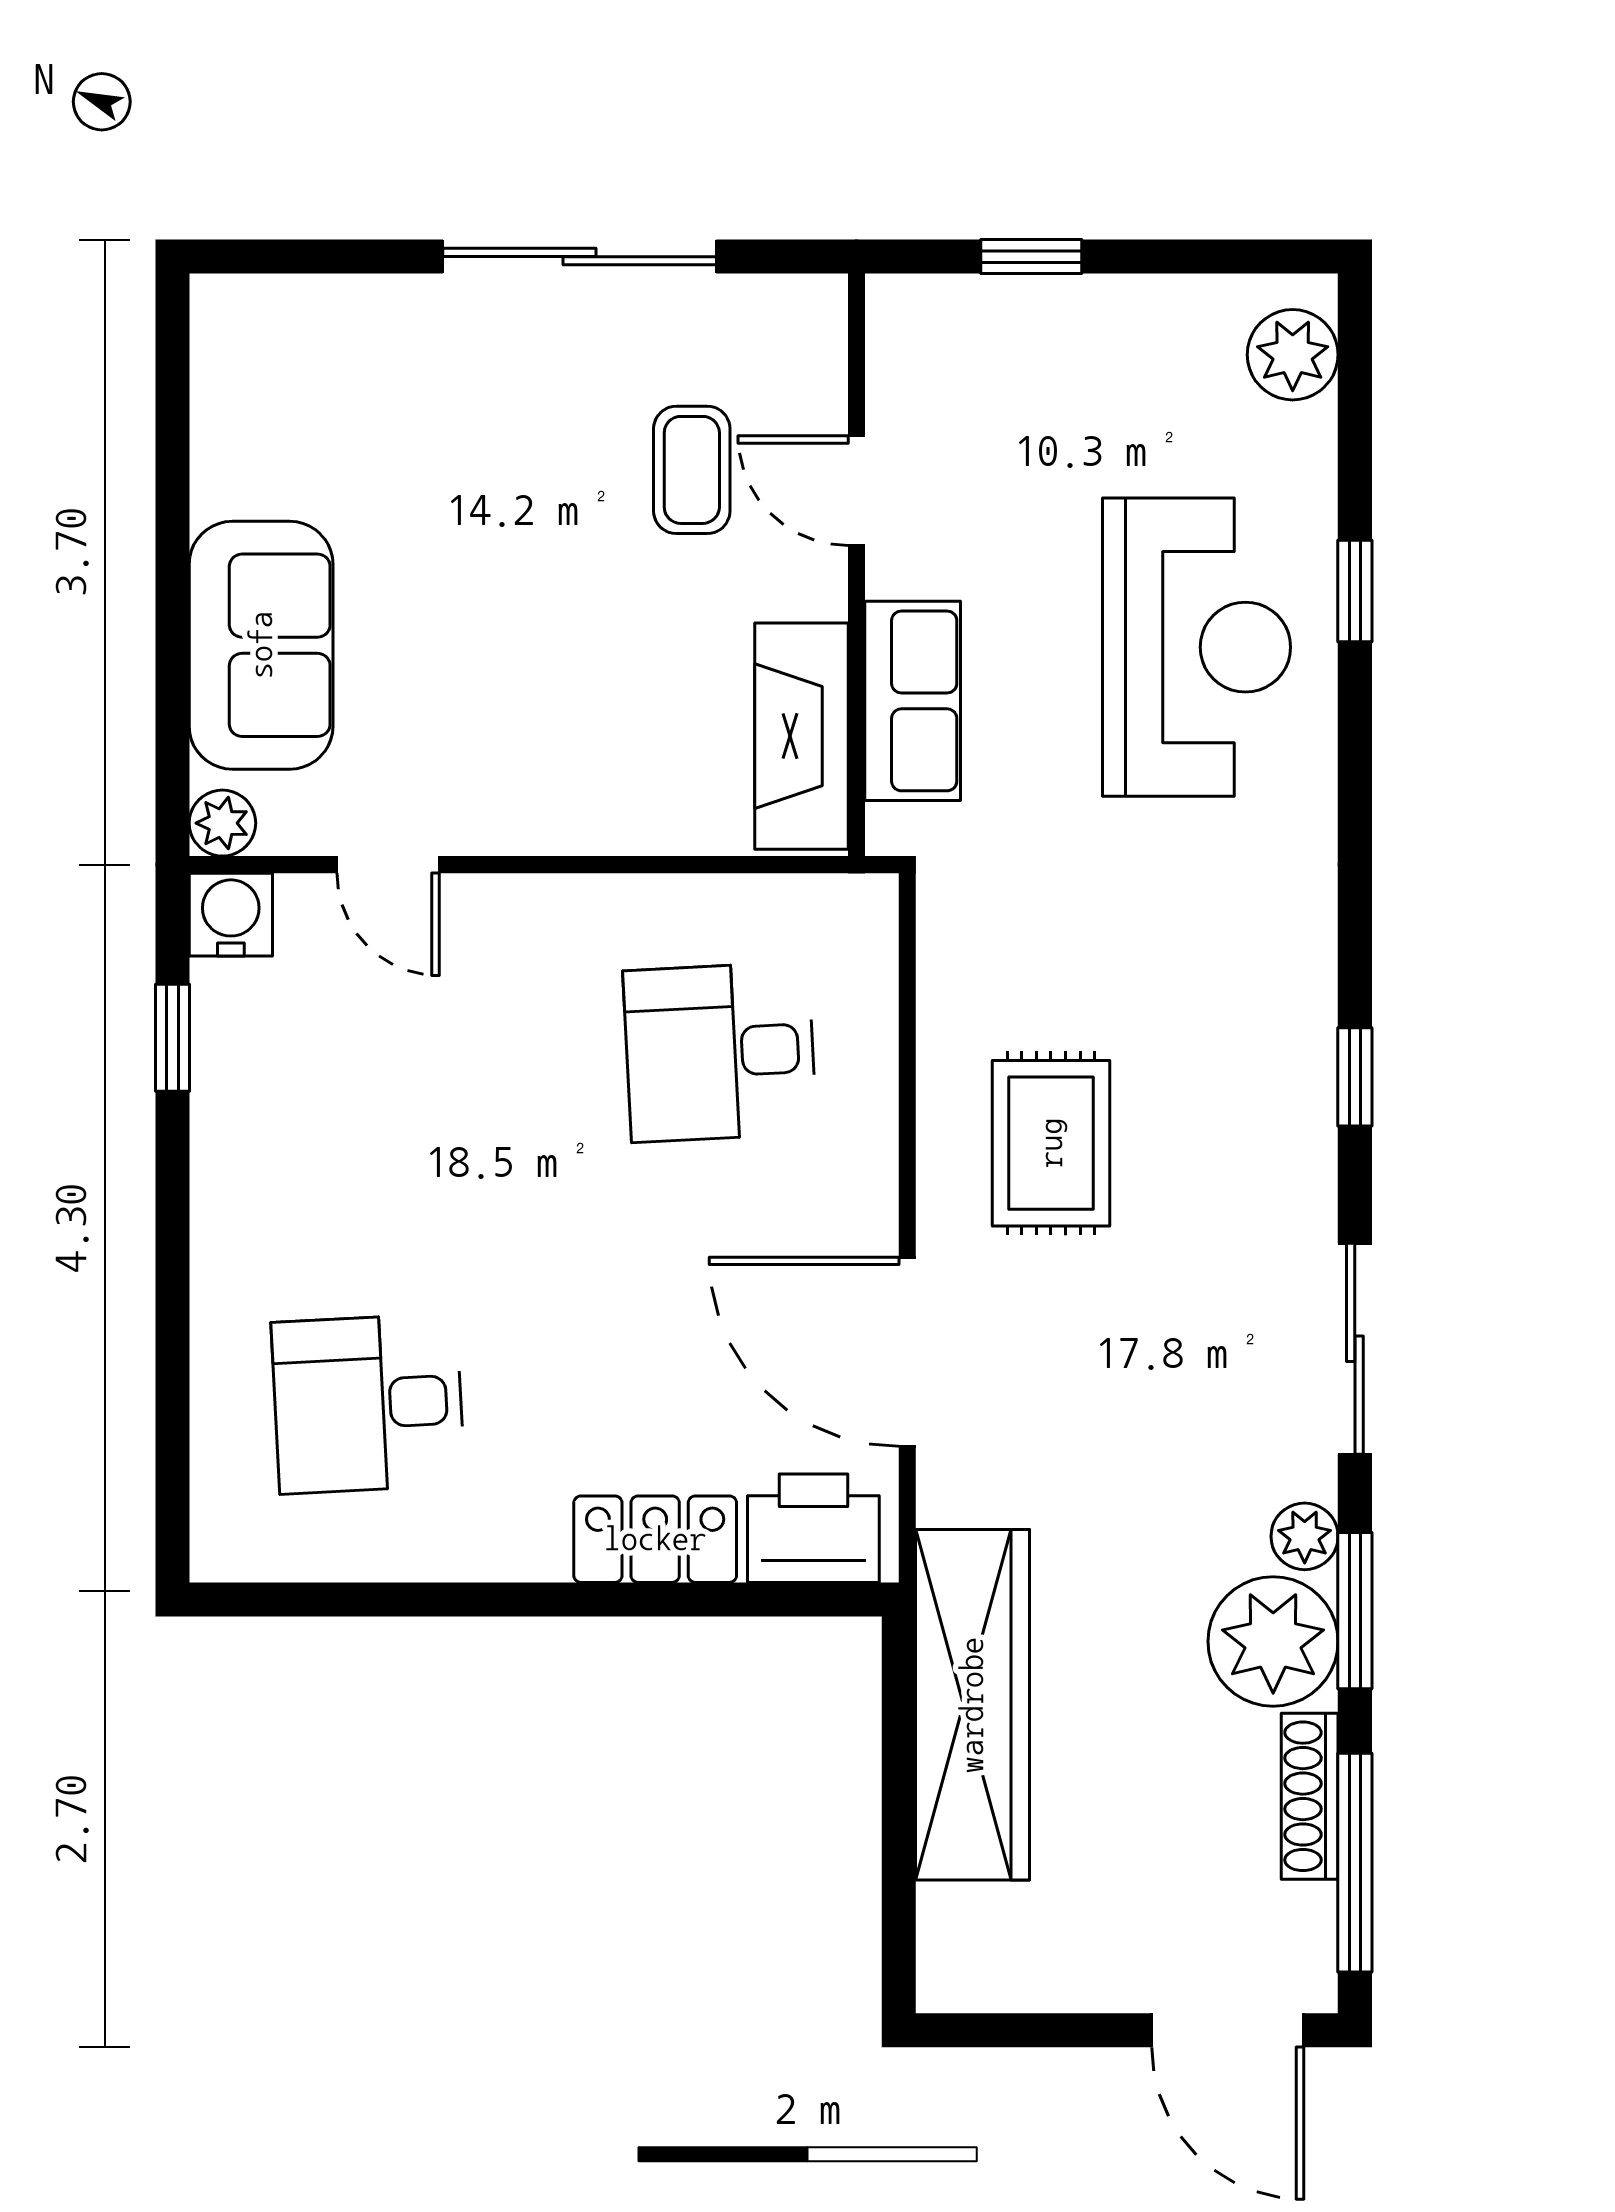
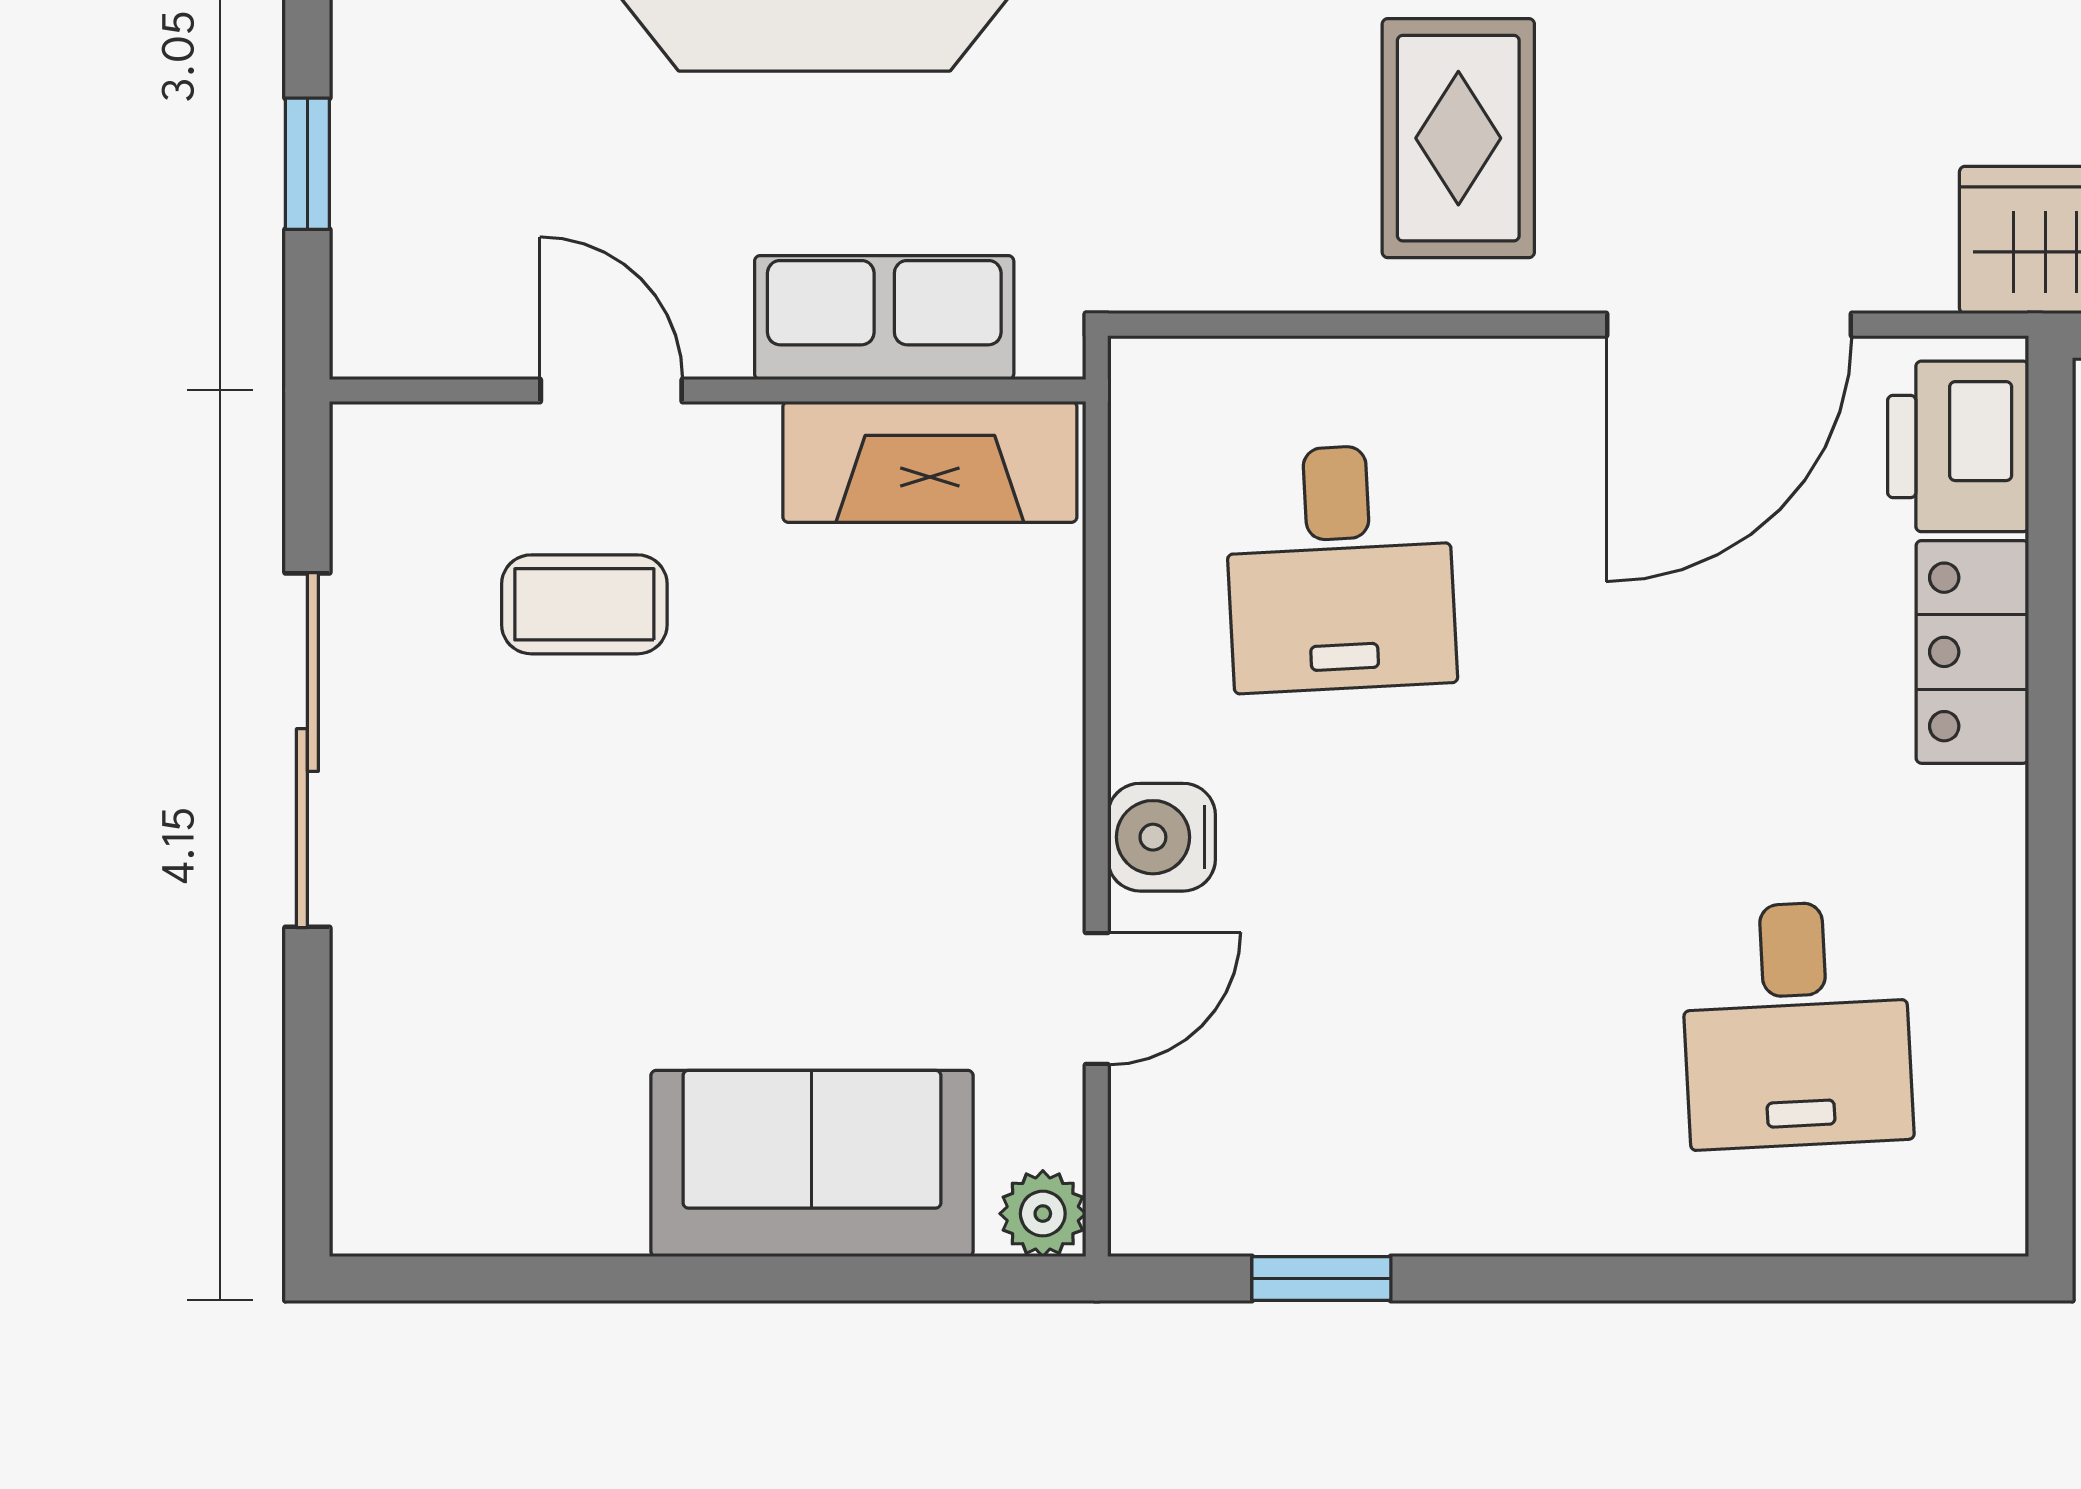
door: (857, 491) -> (611, 390), swing flipped
water cooler: (231, 915) -> (1162, 837), moved
rug: (1051, 1143) -> (1458, 138), turned 90

